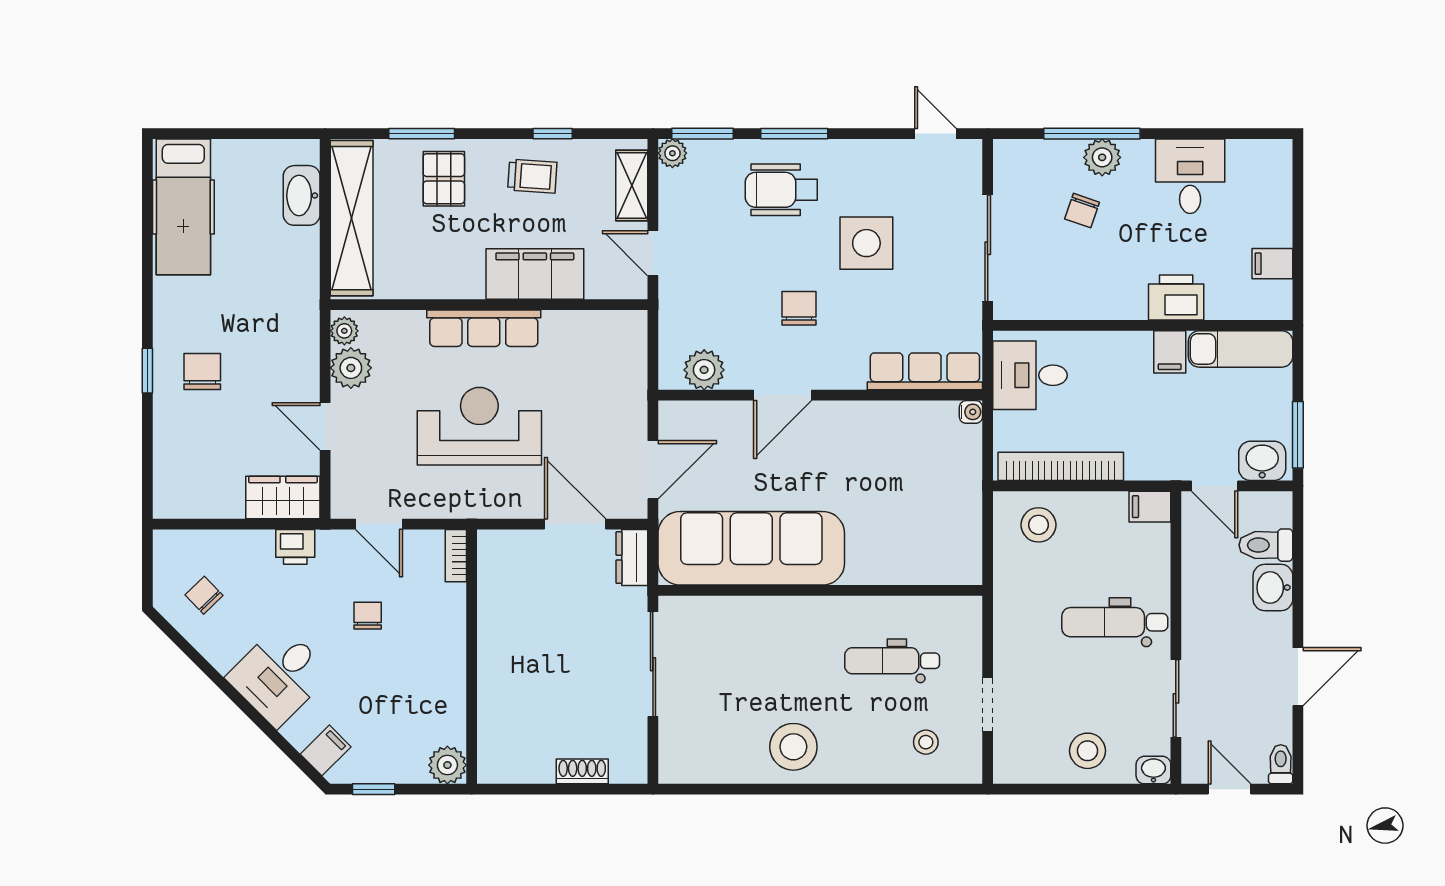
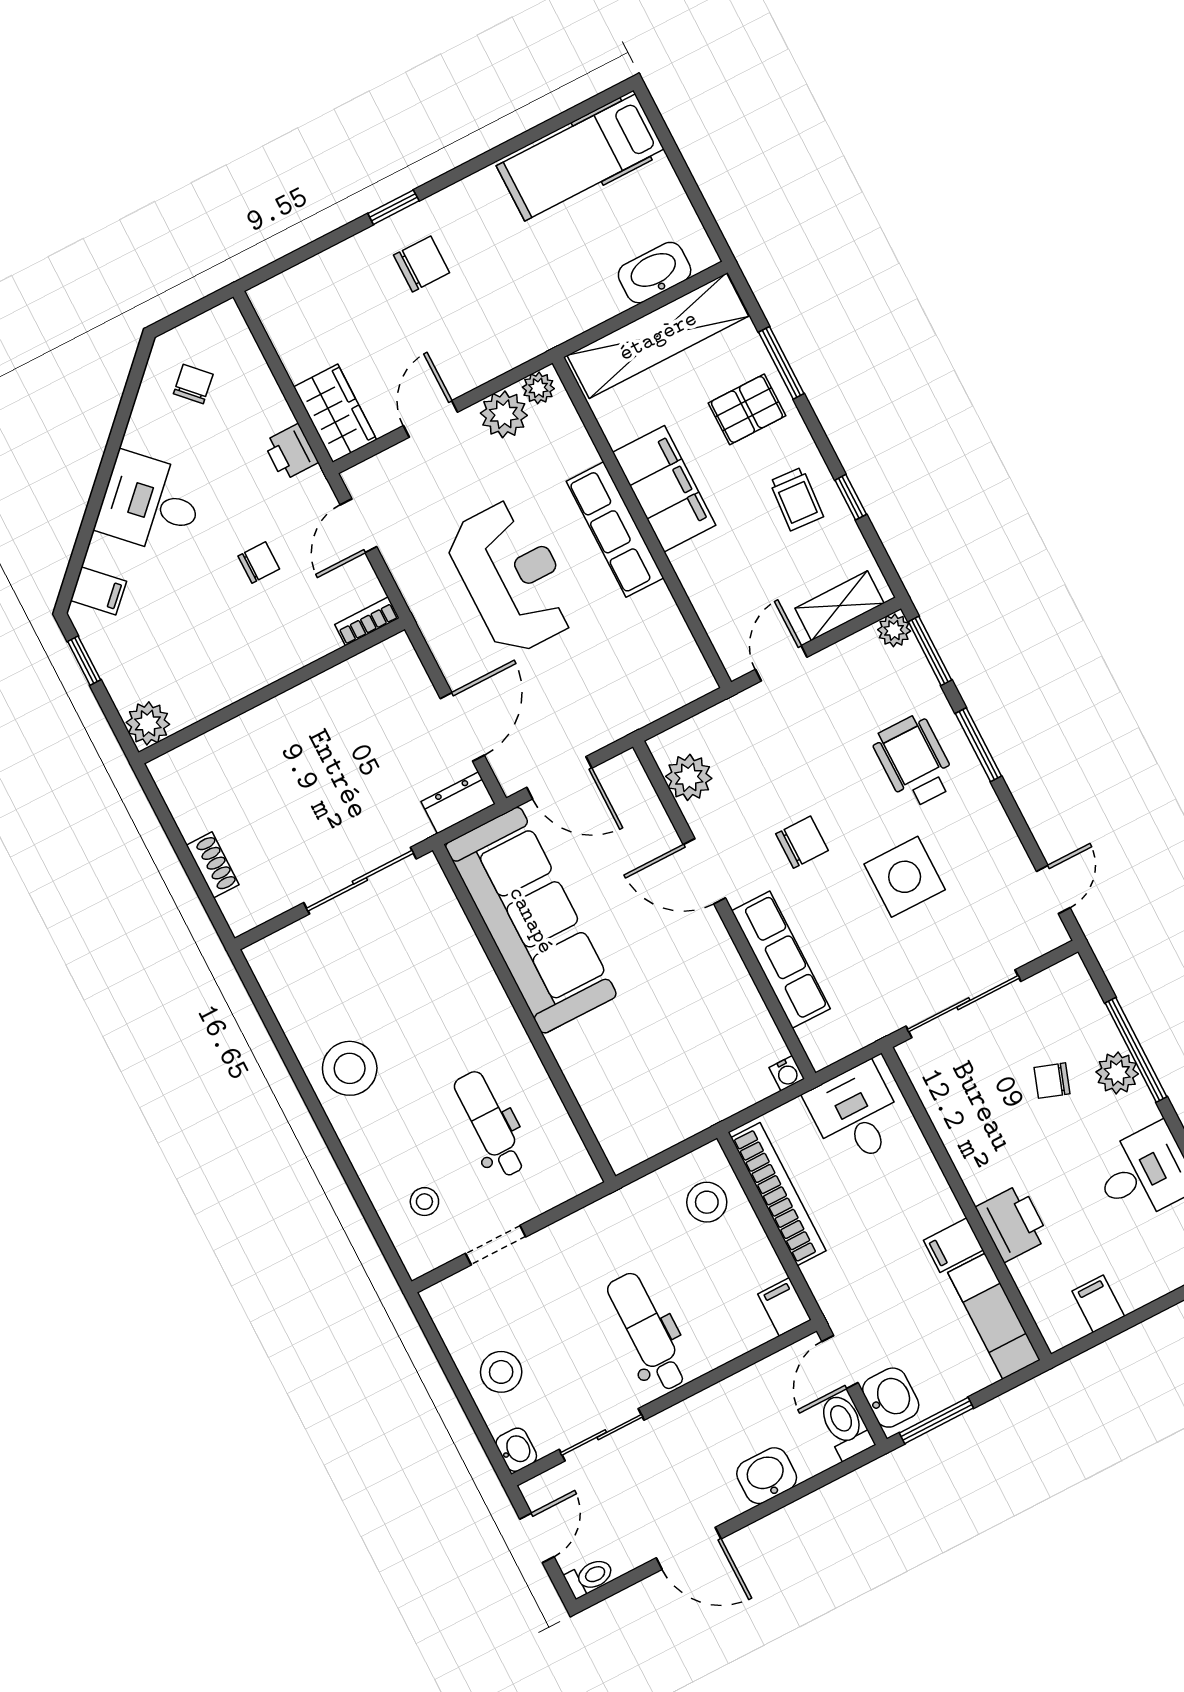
filing cabinet: (535, 274) -> (664, 489), moved
row of seats: (925, 371) -> (781, 960), moved
toilet: (1266, 545) -> (845, 1426), moved

